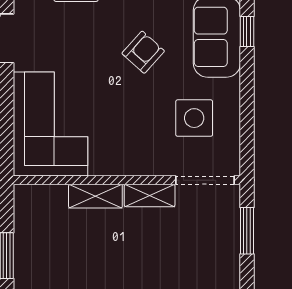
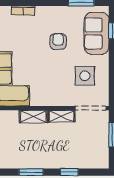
armchair: (143, 52) -> (58, 41), turned -42

